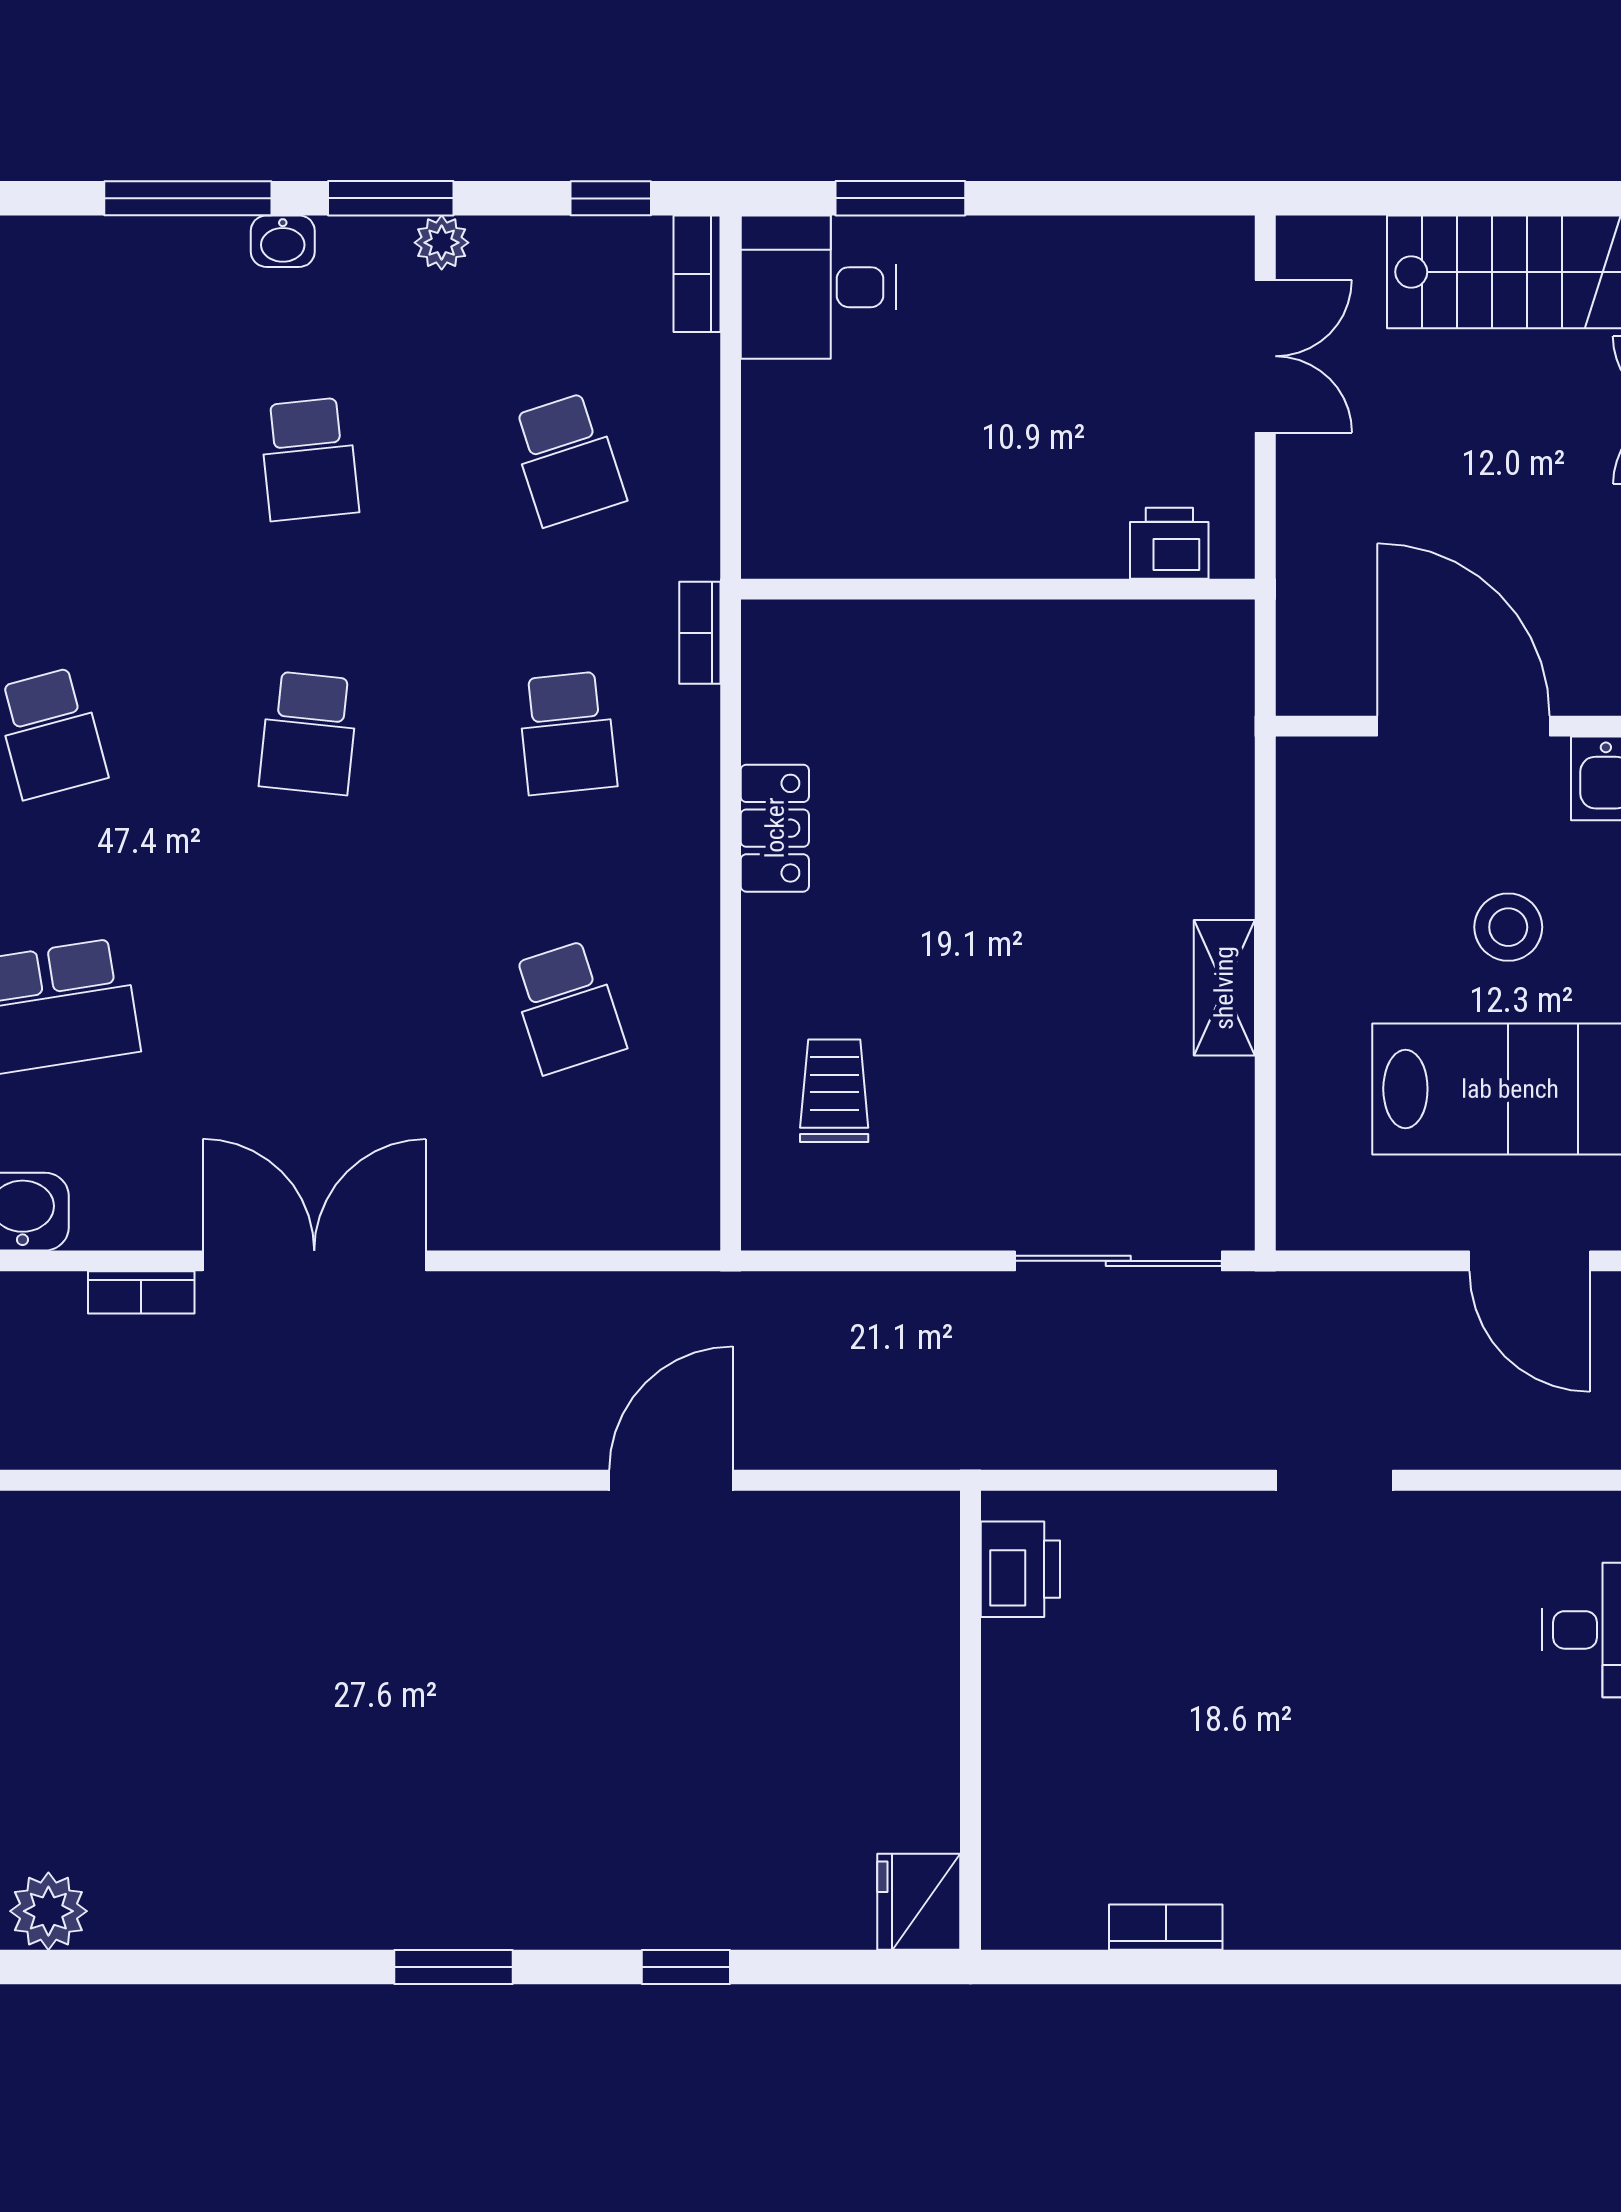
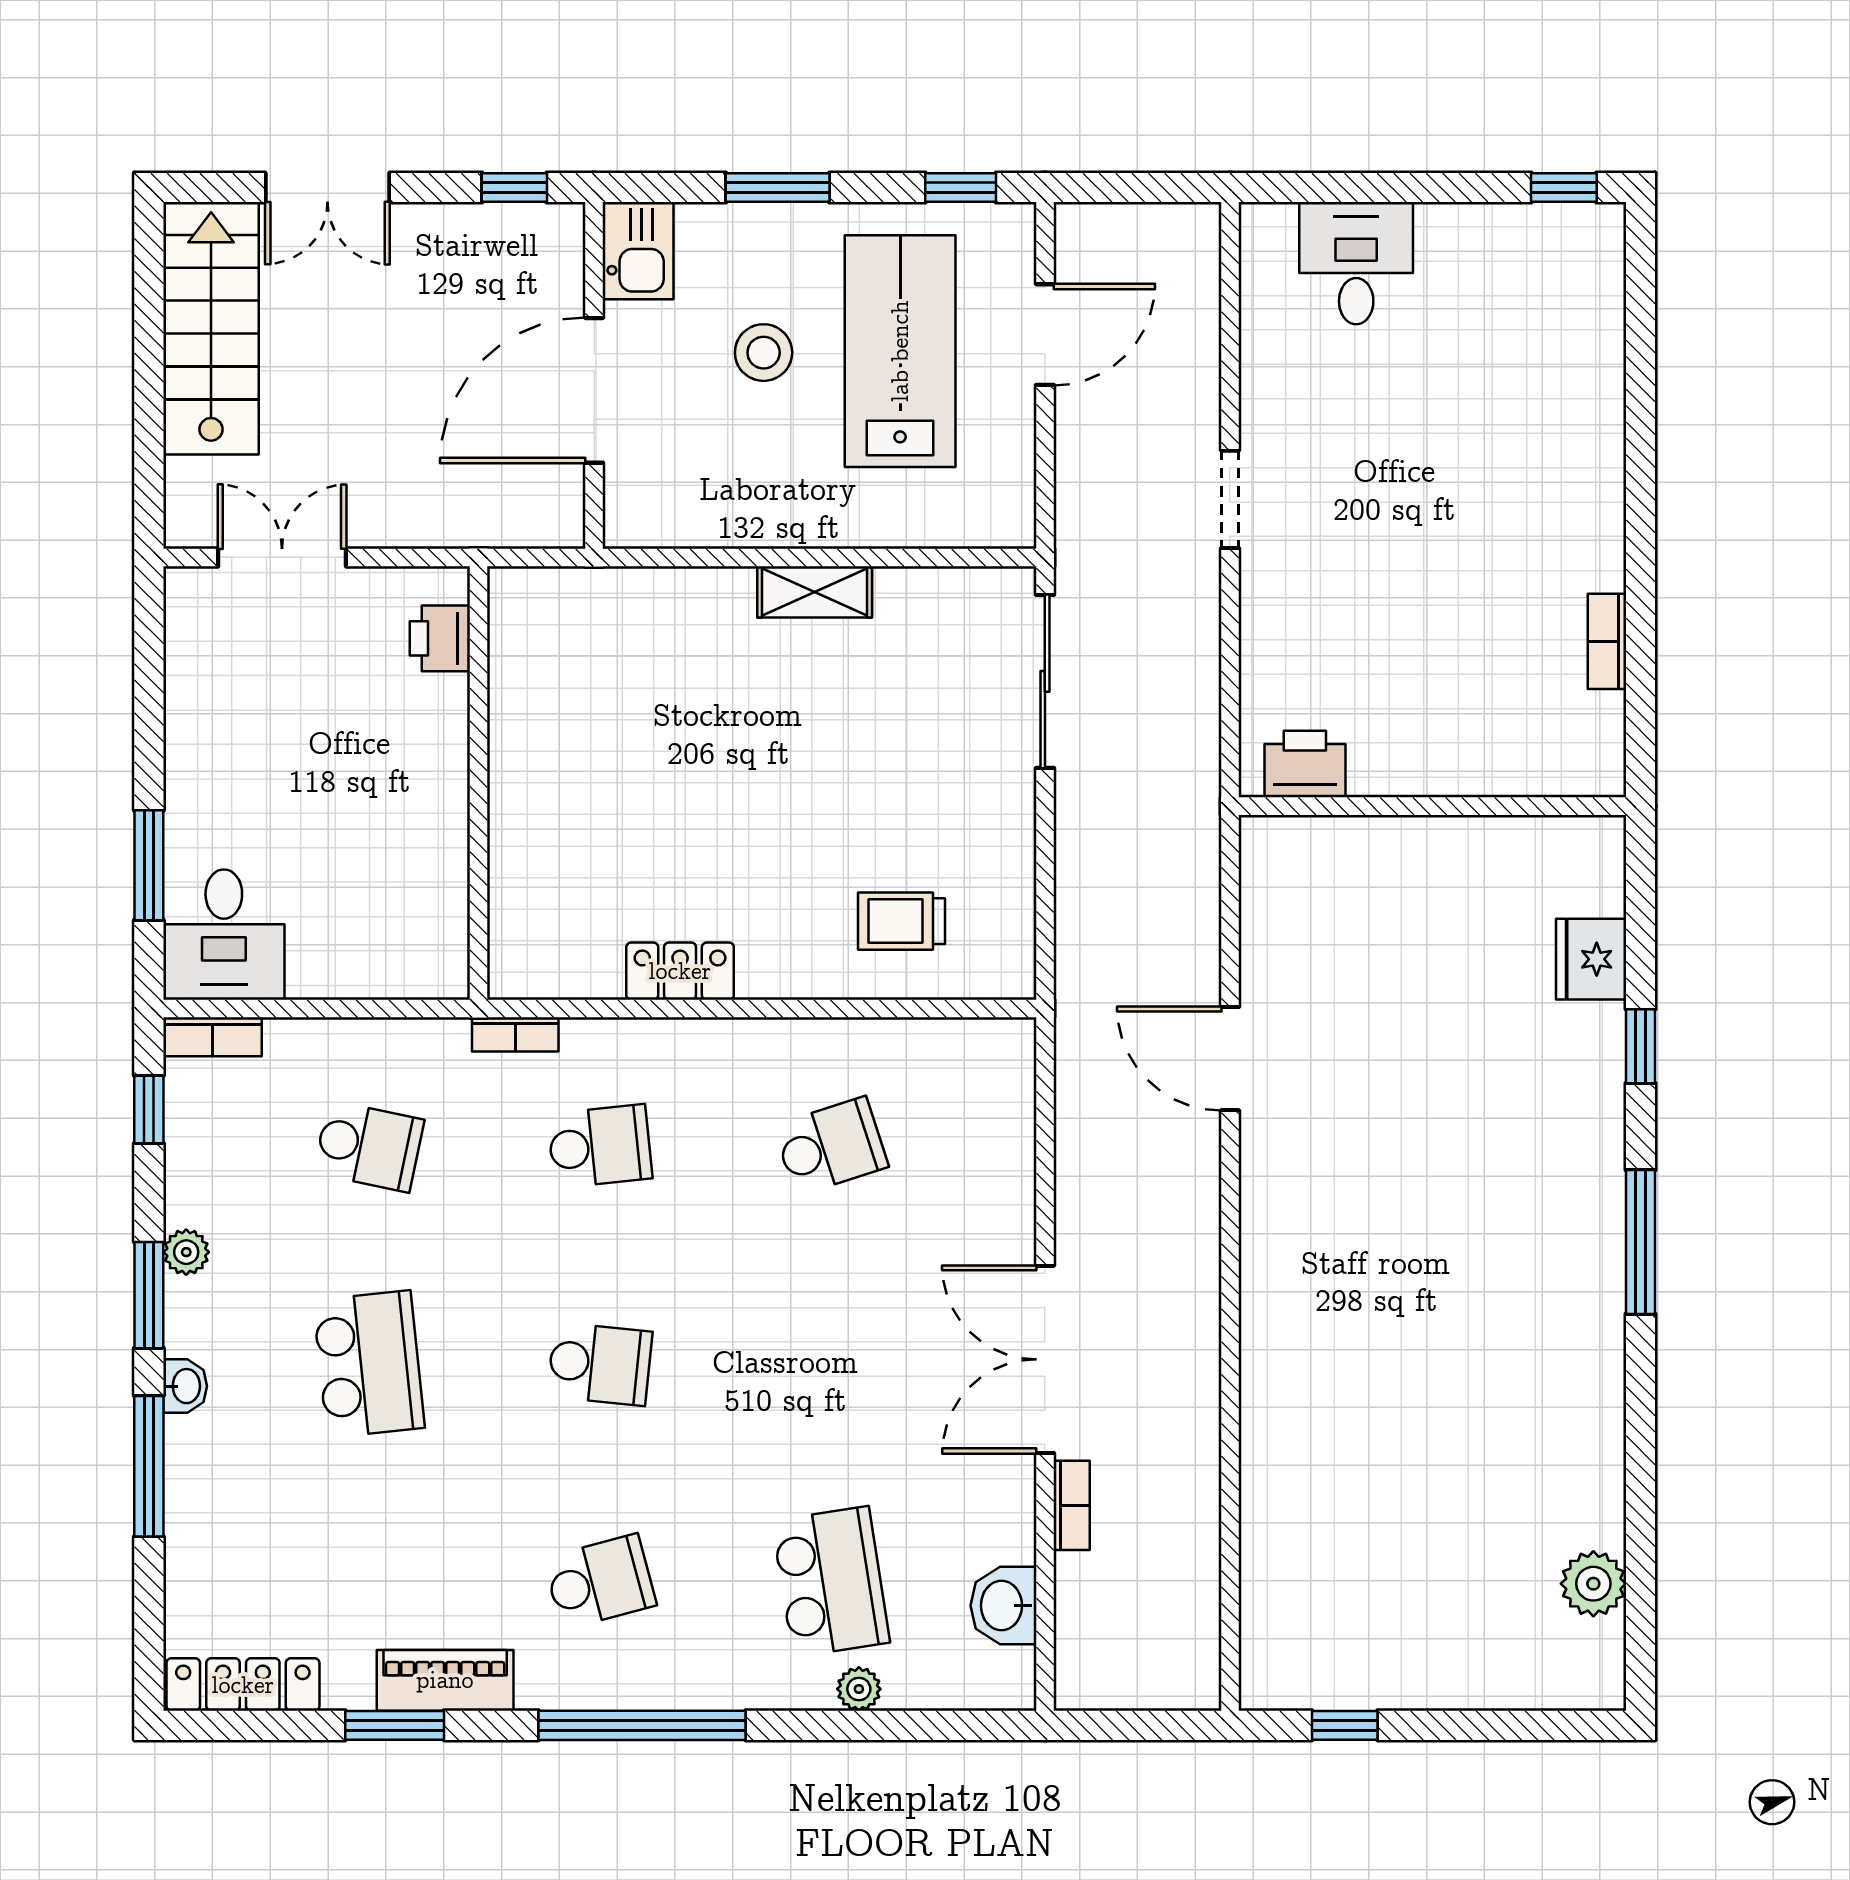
school desk: (309, 459) -> (369, 1364), width x1.85
school desk: (567, 459) -> (369, 1146), turned 30
fridge: (919, 1902) -> (1591, 959), moved, turned 90
window: (454, 1967) -> (1640, 1242), width x1.44

